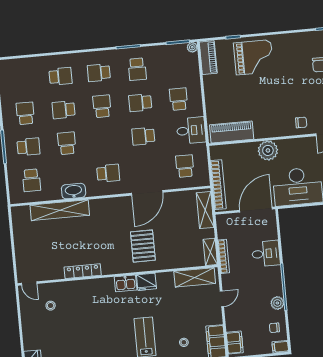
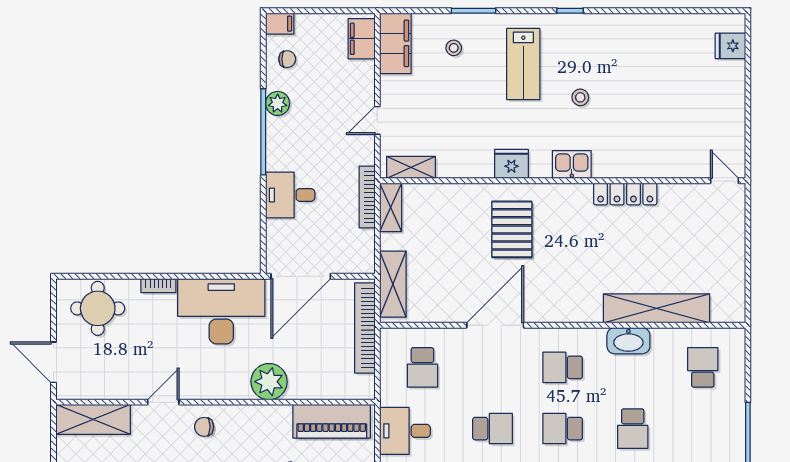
school desk: (28, 147) -> (563, 429), moved
shelving: (195, 277) -> (411, 167), width x0.67, depth x0.75
kitchen sink: (126, 283) -> (572, 164), moved
stool: (51, 306) -> (580, 97), moved

